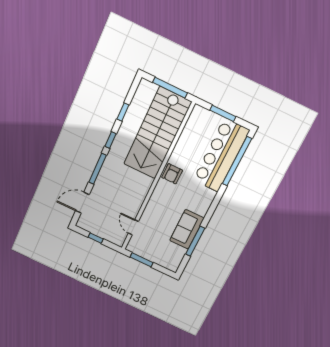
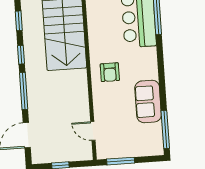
armchair: (172, 174) -> (110, 72), moved
window: (195, 241) -> (165, 129), moved

